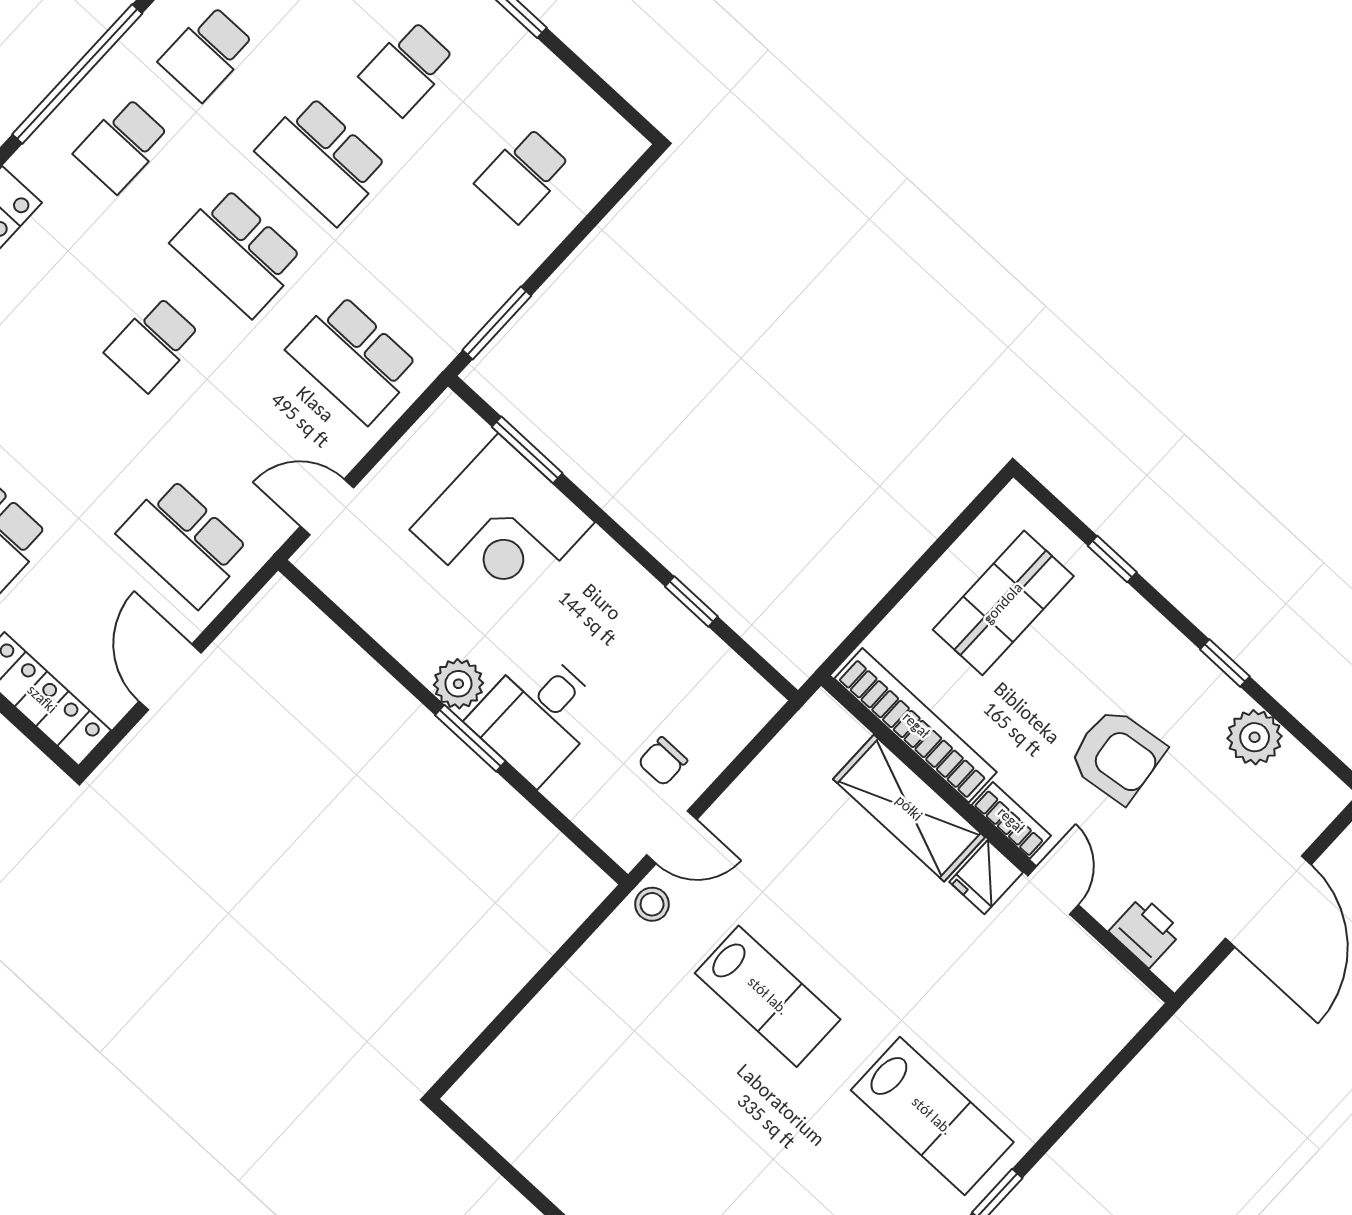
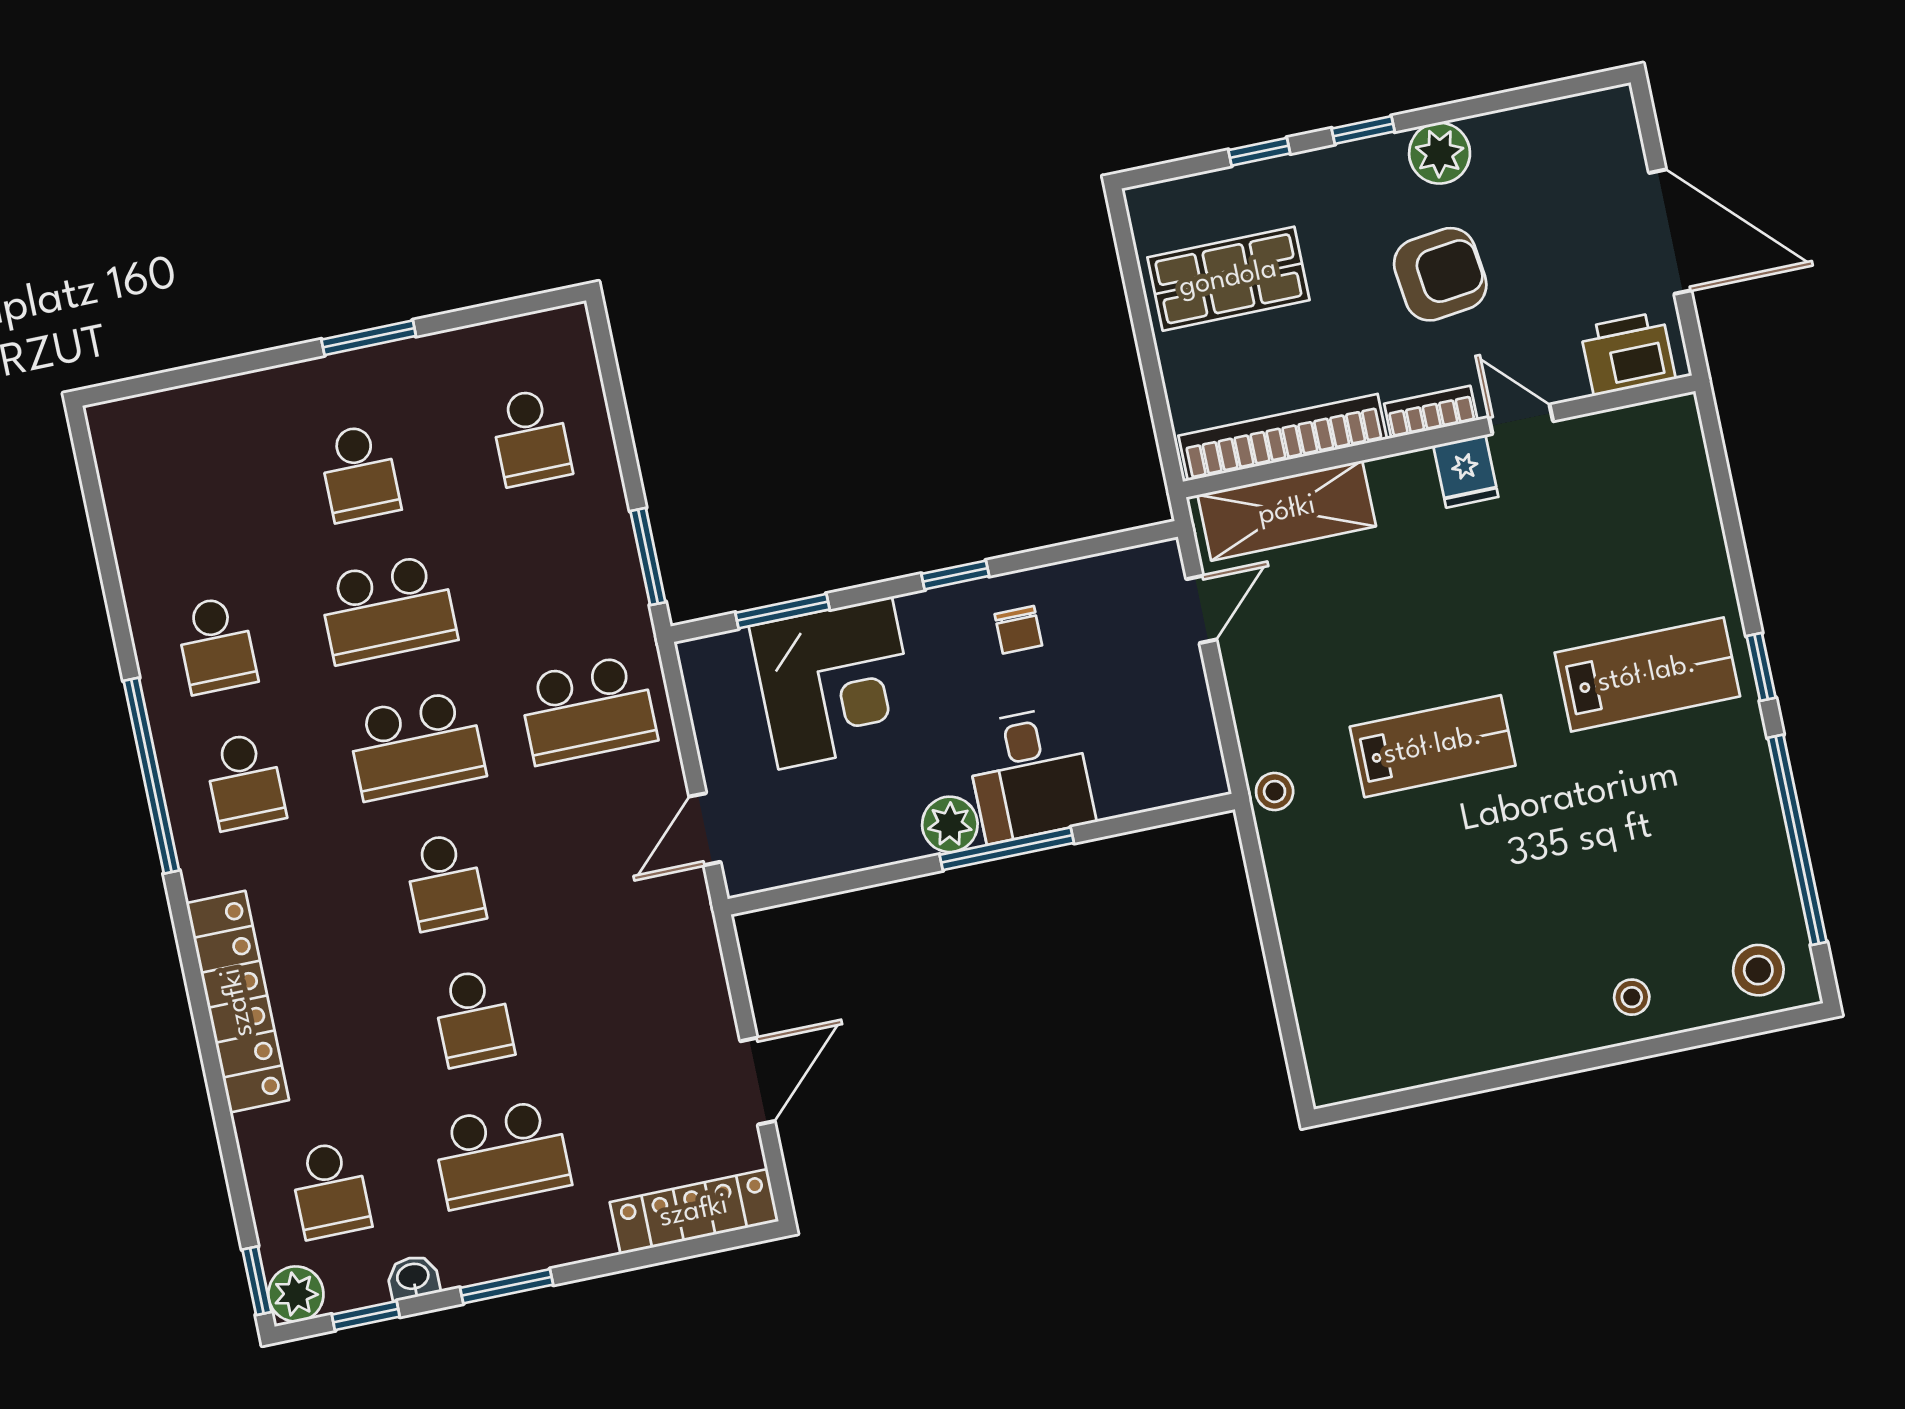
school desk: (184, 543) -> (473, 1018), moved, width x0.54
window: (691, 601) -> (955, 575), moved
shop shelf: (1003, 603) -> (1228, 279), turned 90
window: (1225, 663) -> (1363, 130), moved
door: (170, 677) -> (758, 1081), swing flipped
plant: (1255, 737) -> (1440, 153), moved
window: (470, 738) -> (1007, 849), width x1.44
chair: (663, 761) -> (1018, 630), moved
shelving: (909, 808) -> (1287, 511), moved
door: (672, 837) -> (1201, 609), moved
printer: (1146, 932) -> (1628, 353), width x1.36, depth x1.24

